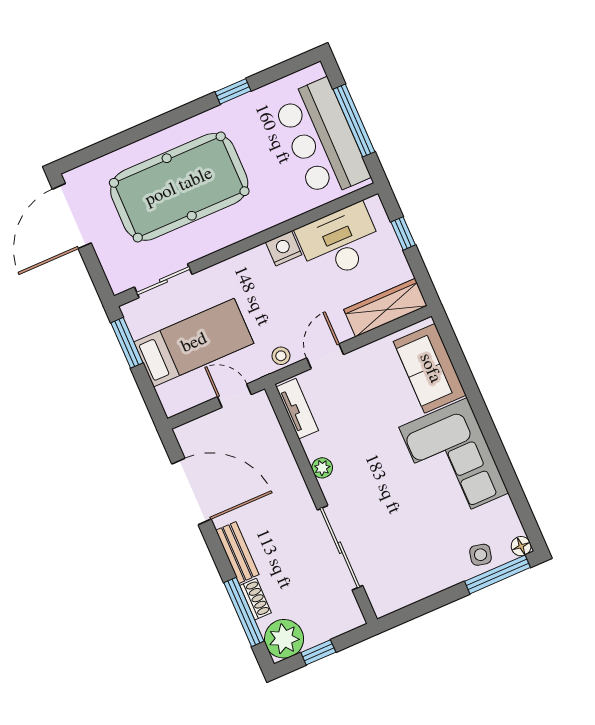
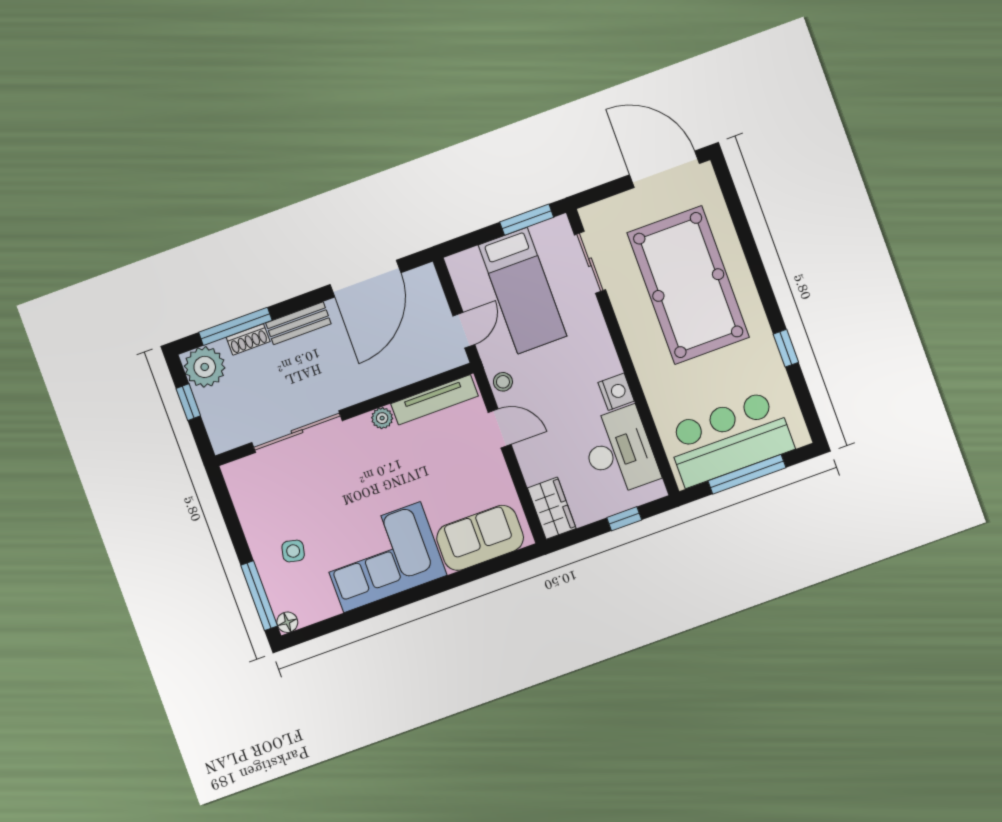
wardrobe: (385, 308) -> (552, 508), width x0.67
tv unit: (297, 409) -> (434, 400), width x1.41
side table: (481, 555) -> (293, 551), moved

